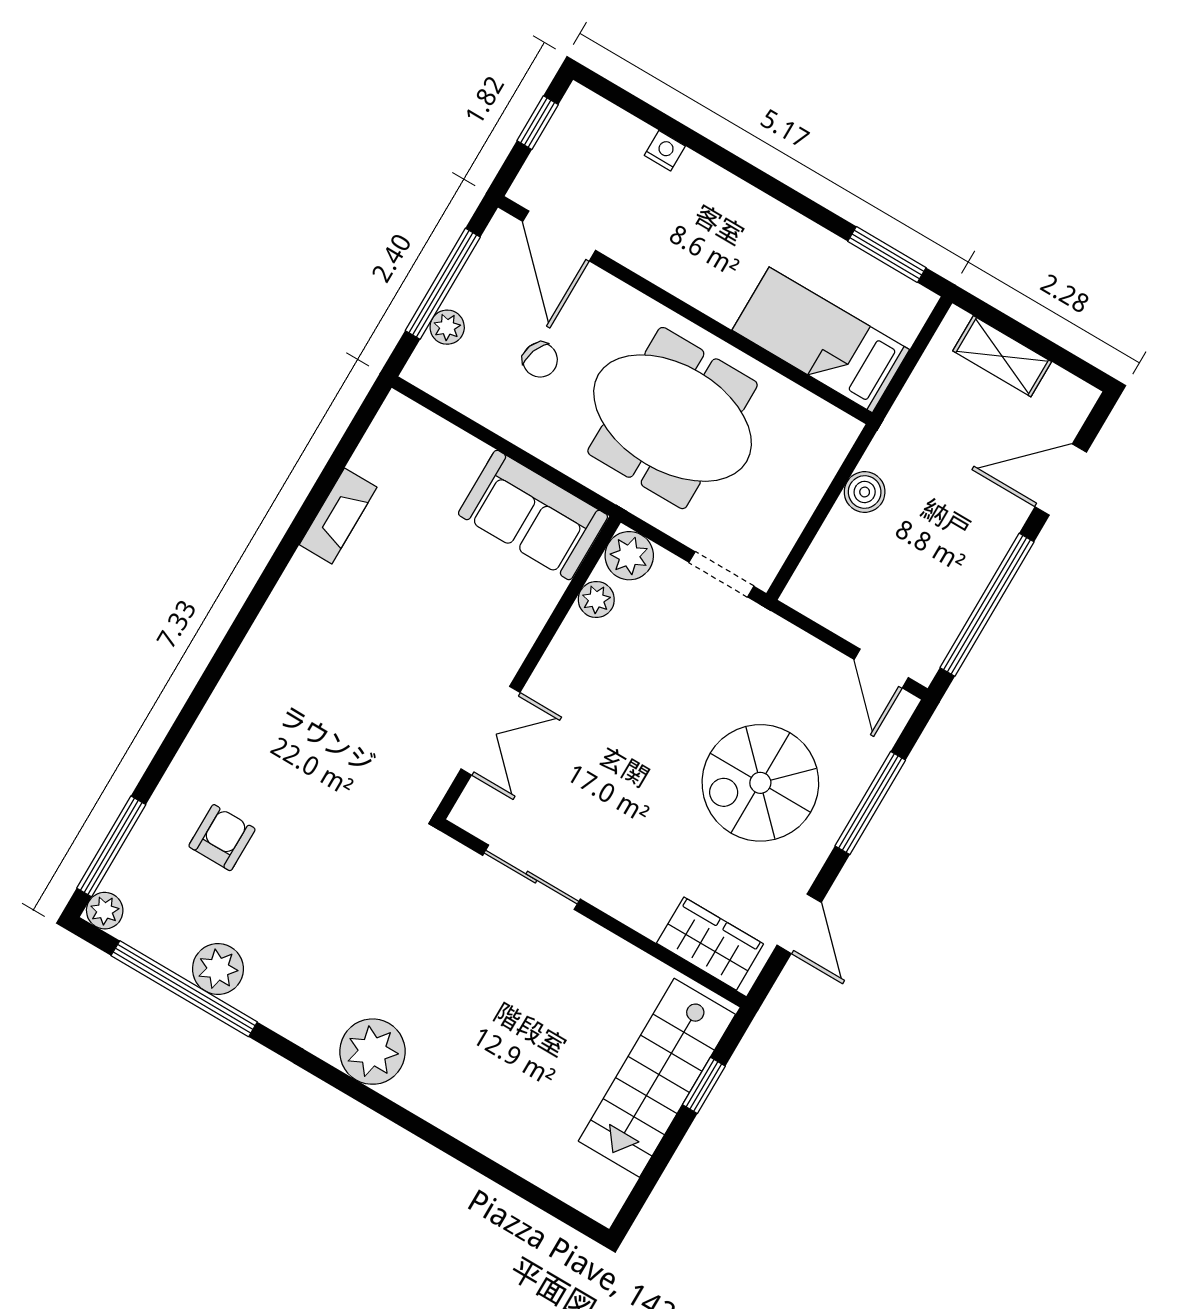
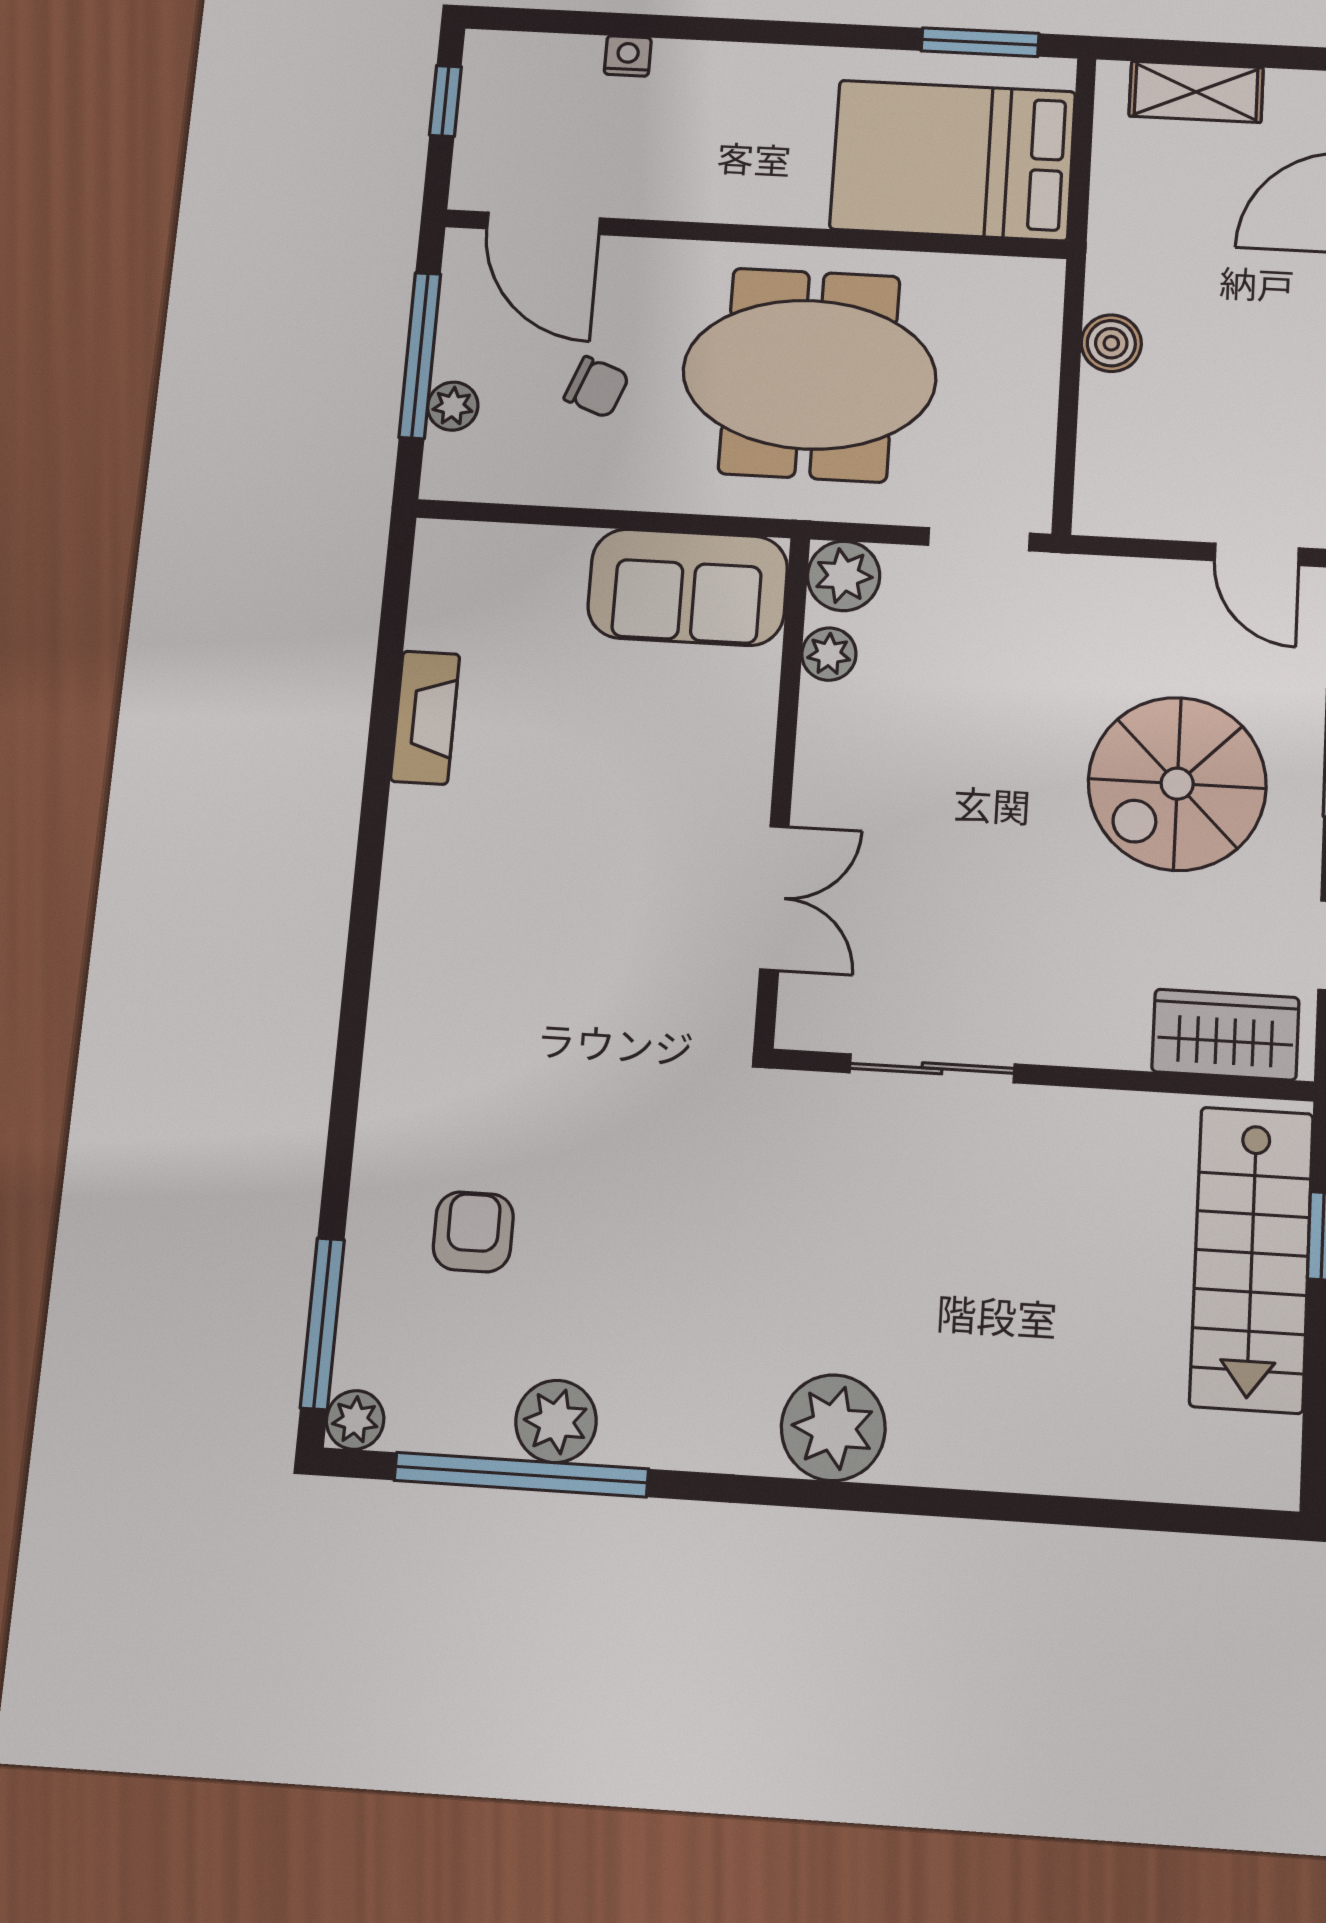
bed: (821, 340) -> (953, 160), width x1.50

